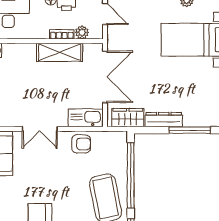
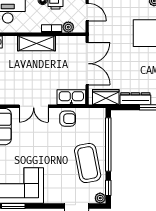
shelving: (60, 52) -> (37, 43), moved

